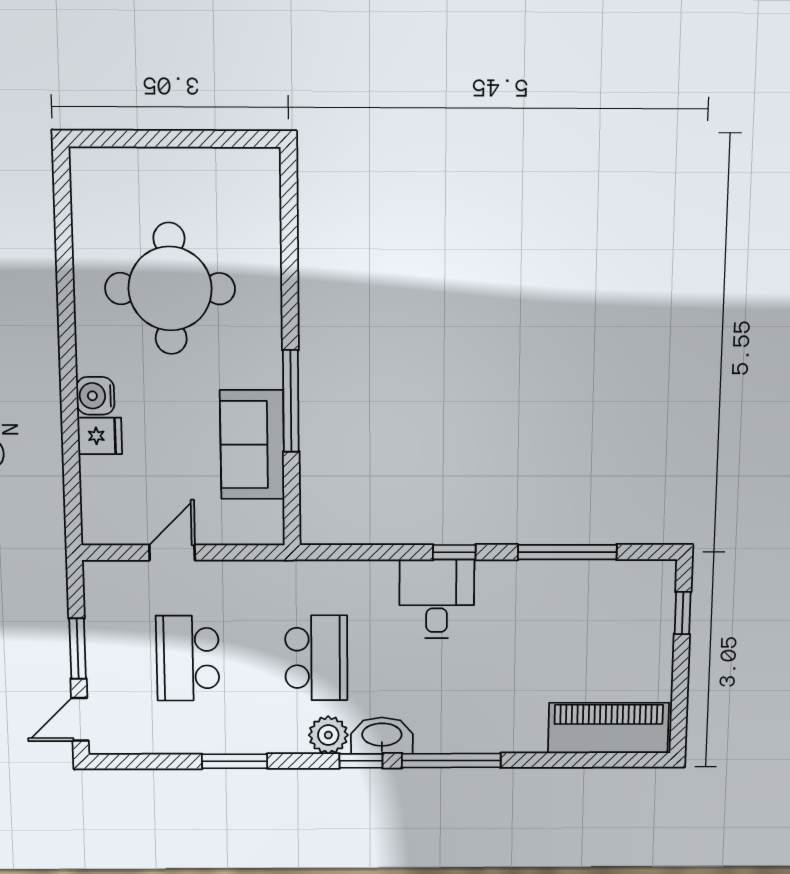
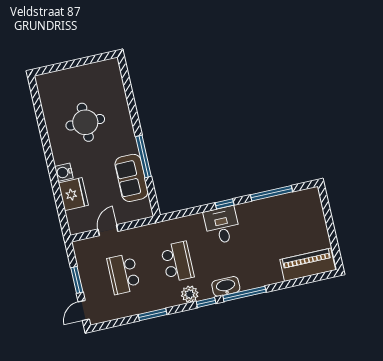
round table: (170, 289) -> (85, 122), width x0.73, depth x0.73
fridge: (100, 436) -> (73, 194), width x1.88, depth x1.34
window: (683, 613) -> (326, 208), removed
washbasin: (382, 736) -> (226, 286), moved

